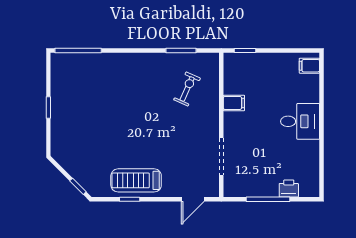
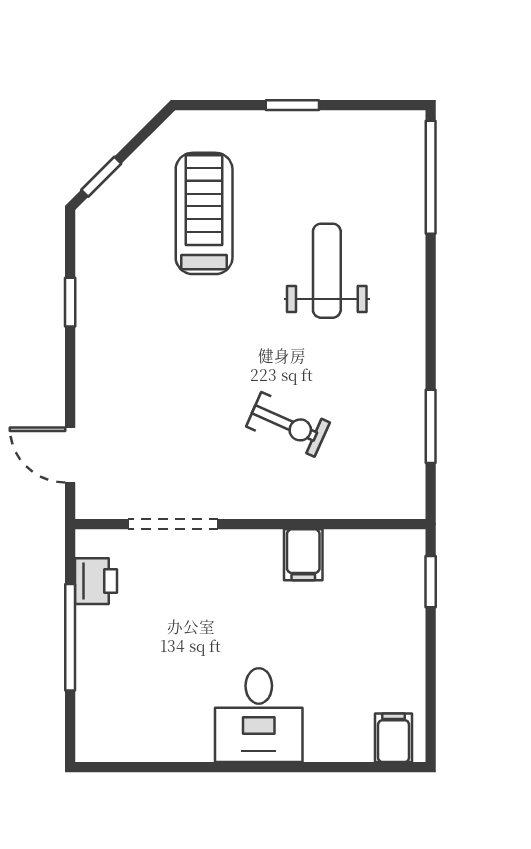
exercise bike: (187, 89) -> (288, 424), moved
weight bench: (117, 93) -> (327, 271), added
treadmill: (136, 180) -> (204, 213), moved
printer: (289, 188) -> (96, 581), moved

